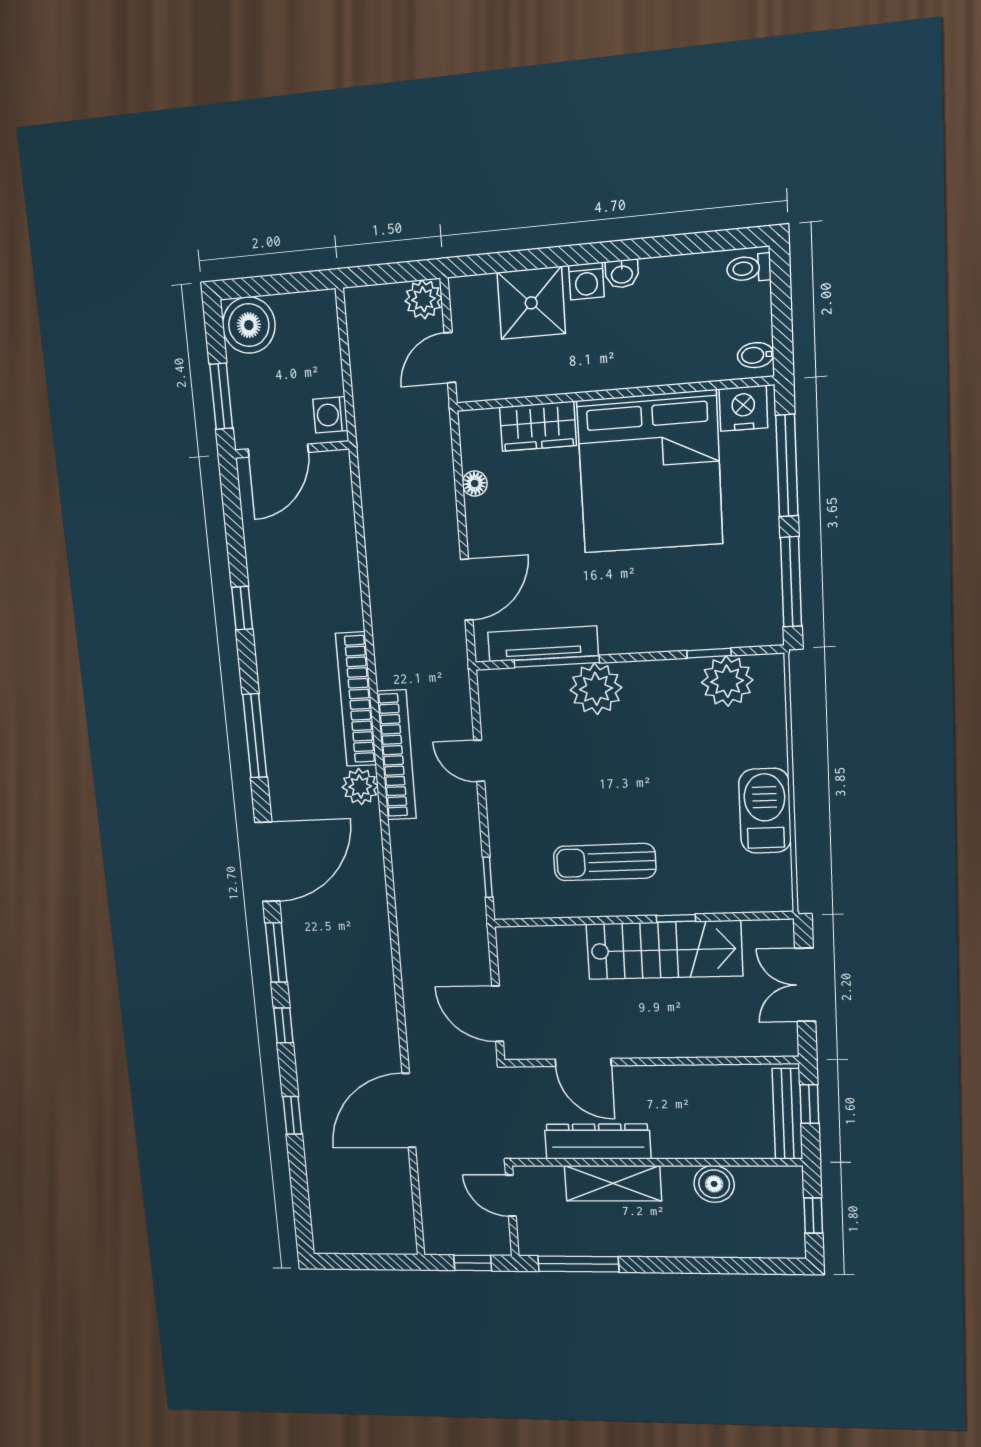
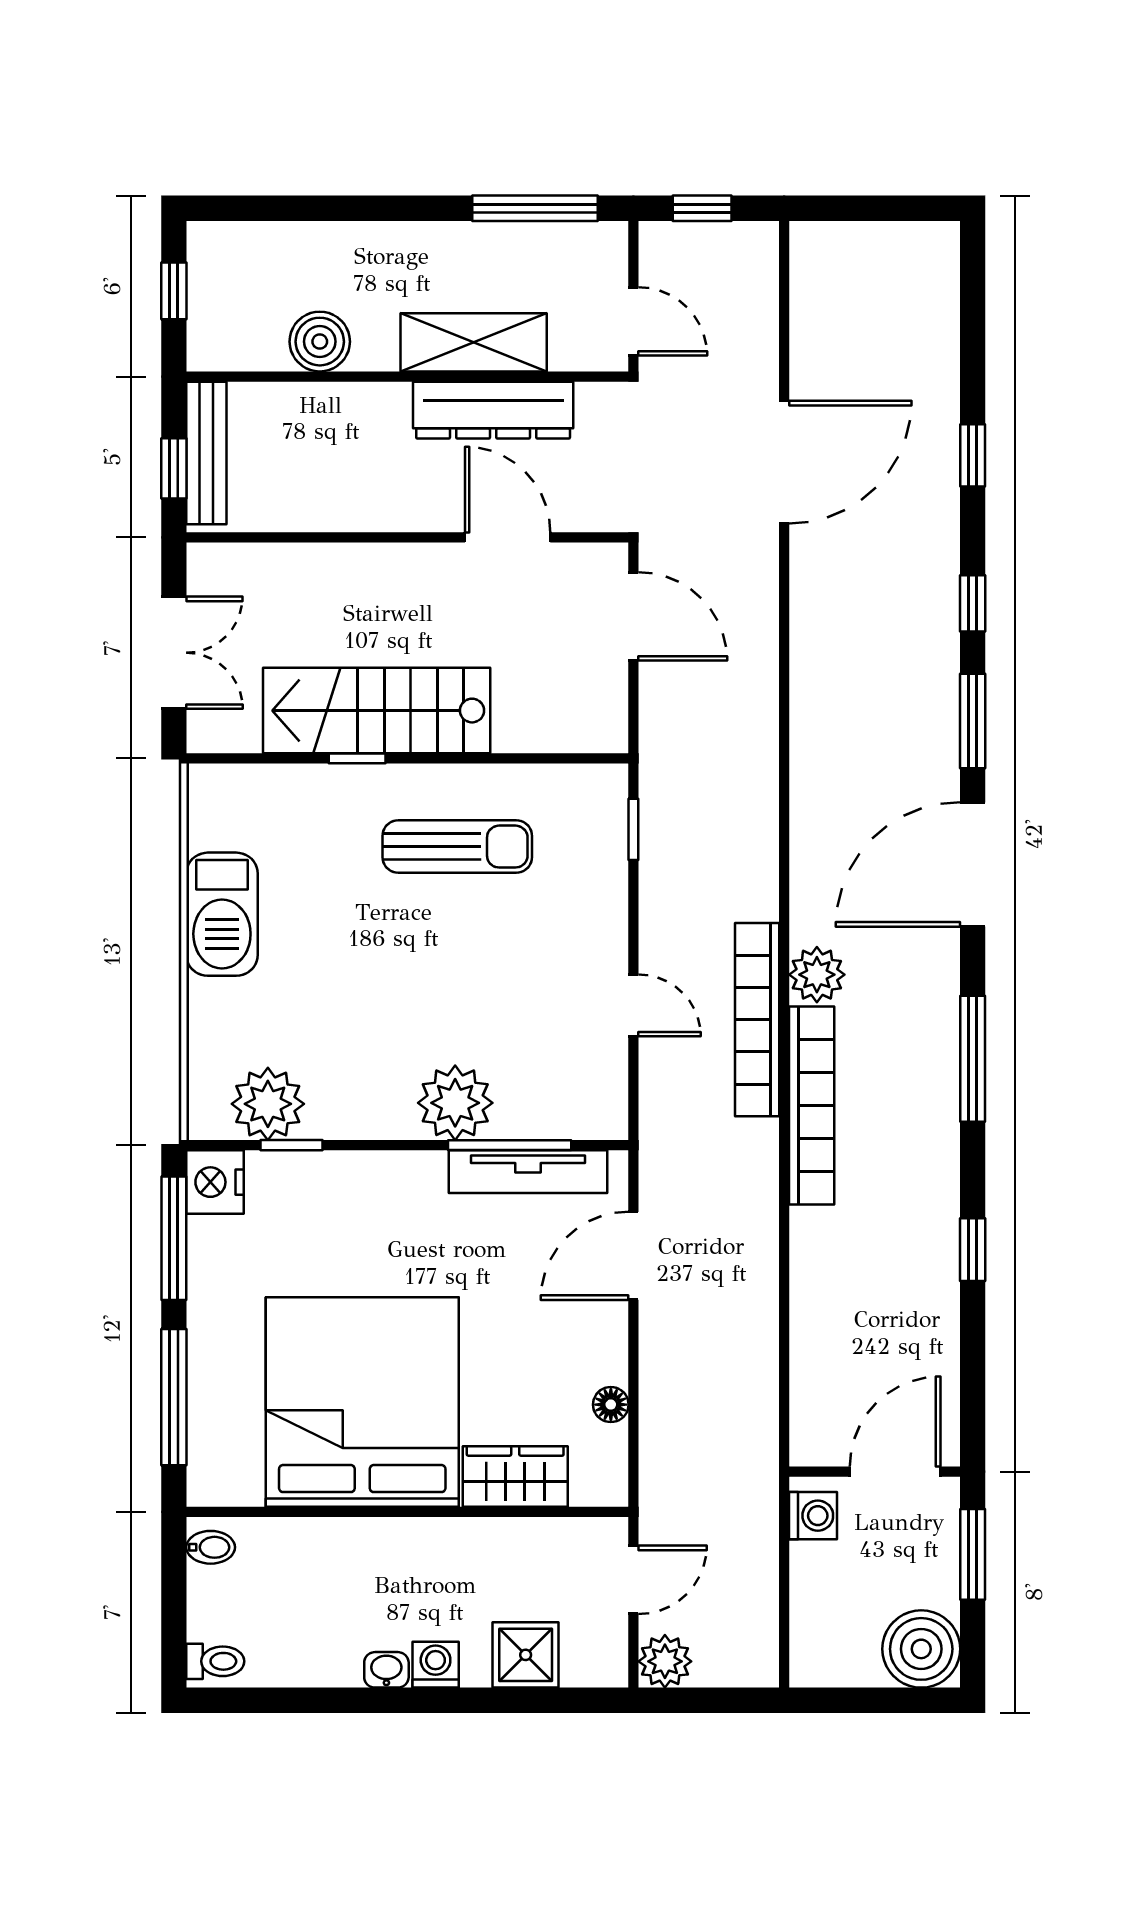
shower: (531, 303) -> (526, 1655), width x0.73, depth x0.73
nightstand: (743, 408) -> (215, 1182), moved, turned 90

